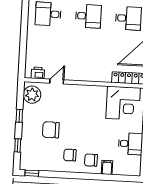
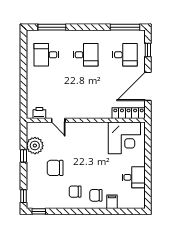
door: (57, 81) -> (58, 120), swing flipped
plant: (32, 95) -> (35, 146), moved
window: (18, 145) -> (24, 196), moved

